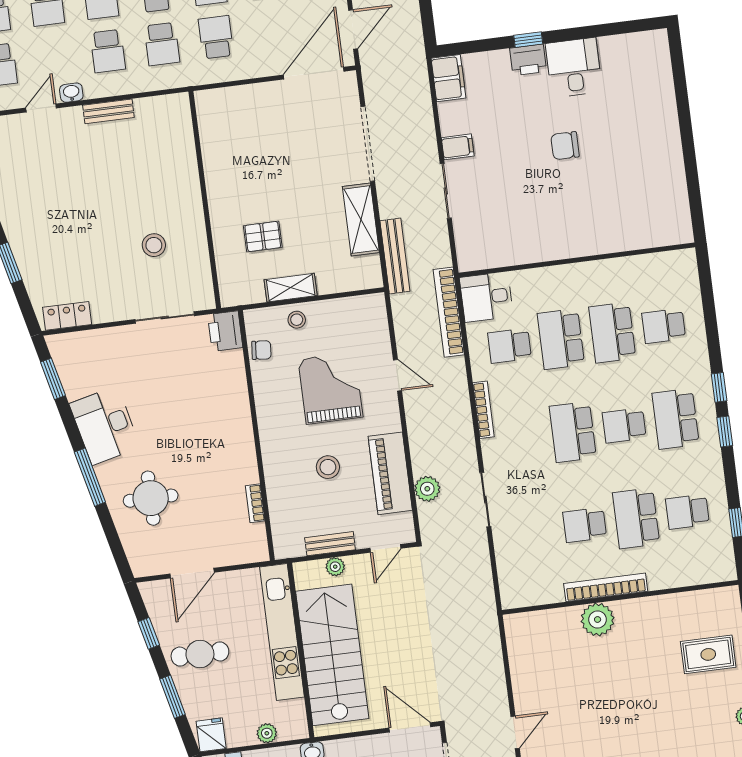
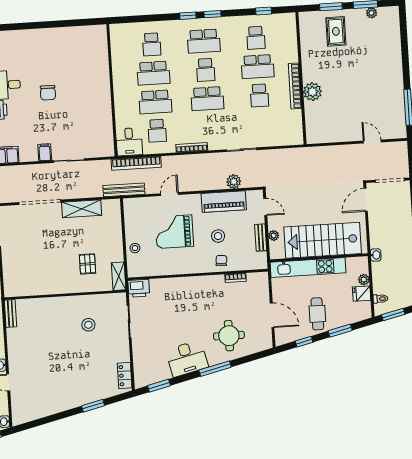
bench: (108, 111) -> (10, 314), moved
bench: (395, 256) -> (124, 190), moved
shelving: (291, 288) -> (119, 276), moved
chair: (261, 350) -> (221, 261), moved
fridge: (211, 735) -> (362, 294), moved

